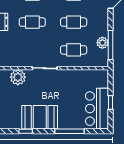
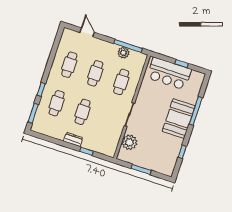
bar counter: (97, 109) -> (169, 74), moved
booth: (40, 117) -> (179, 119), moved

